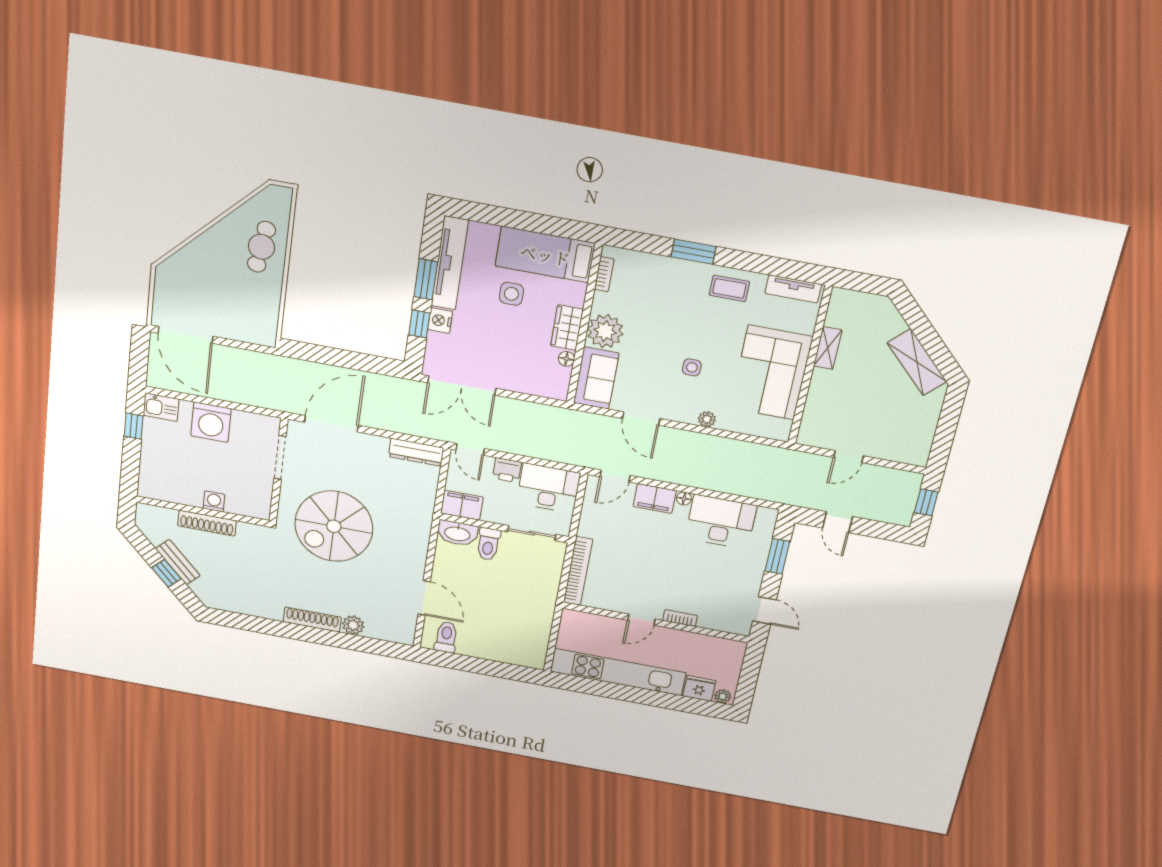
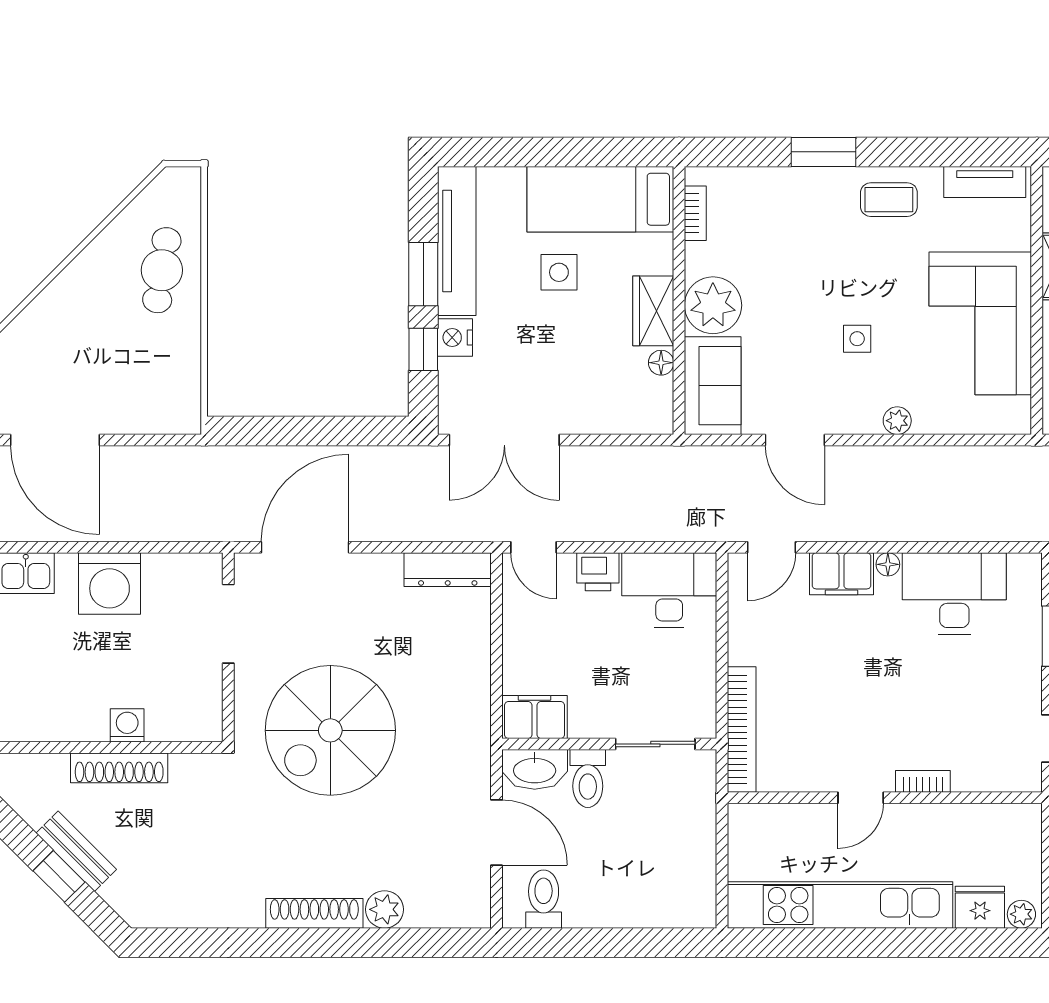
filing cabinet: (462, 505) -> (535, 717), moved
wall: (504, 528) -> (609, 744), moved
washbasin: (457, 533) -> (535, 769), moved
sliding door: (532, 533) -> (655, 744), moved
toilet: (488, 544) -> (588, 778), moved

